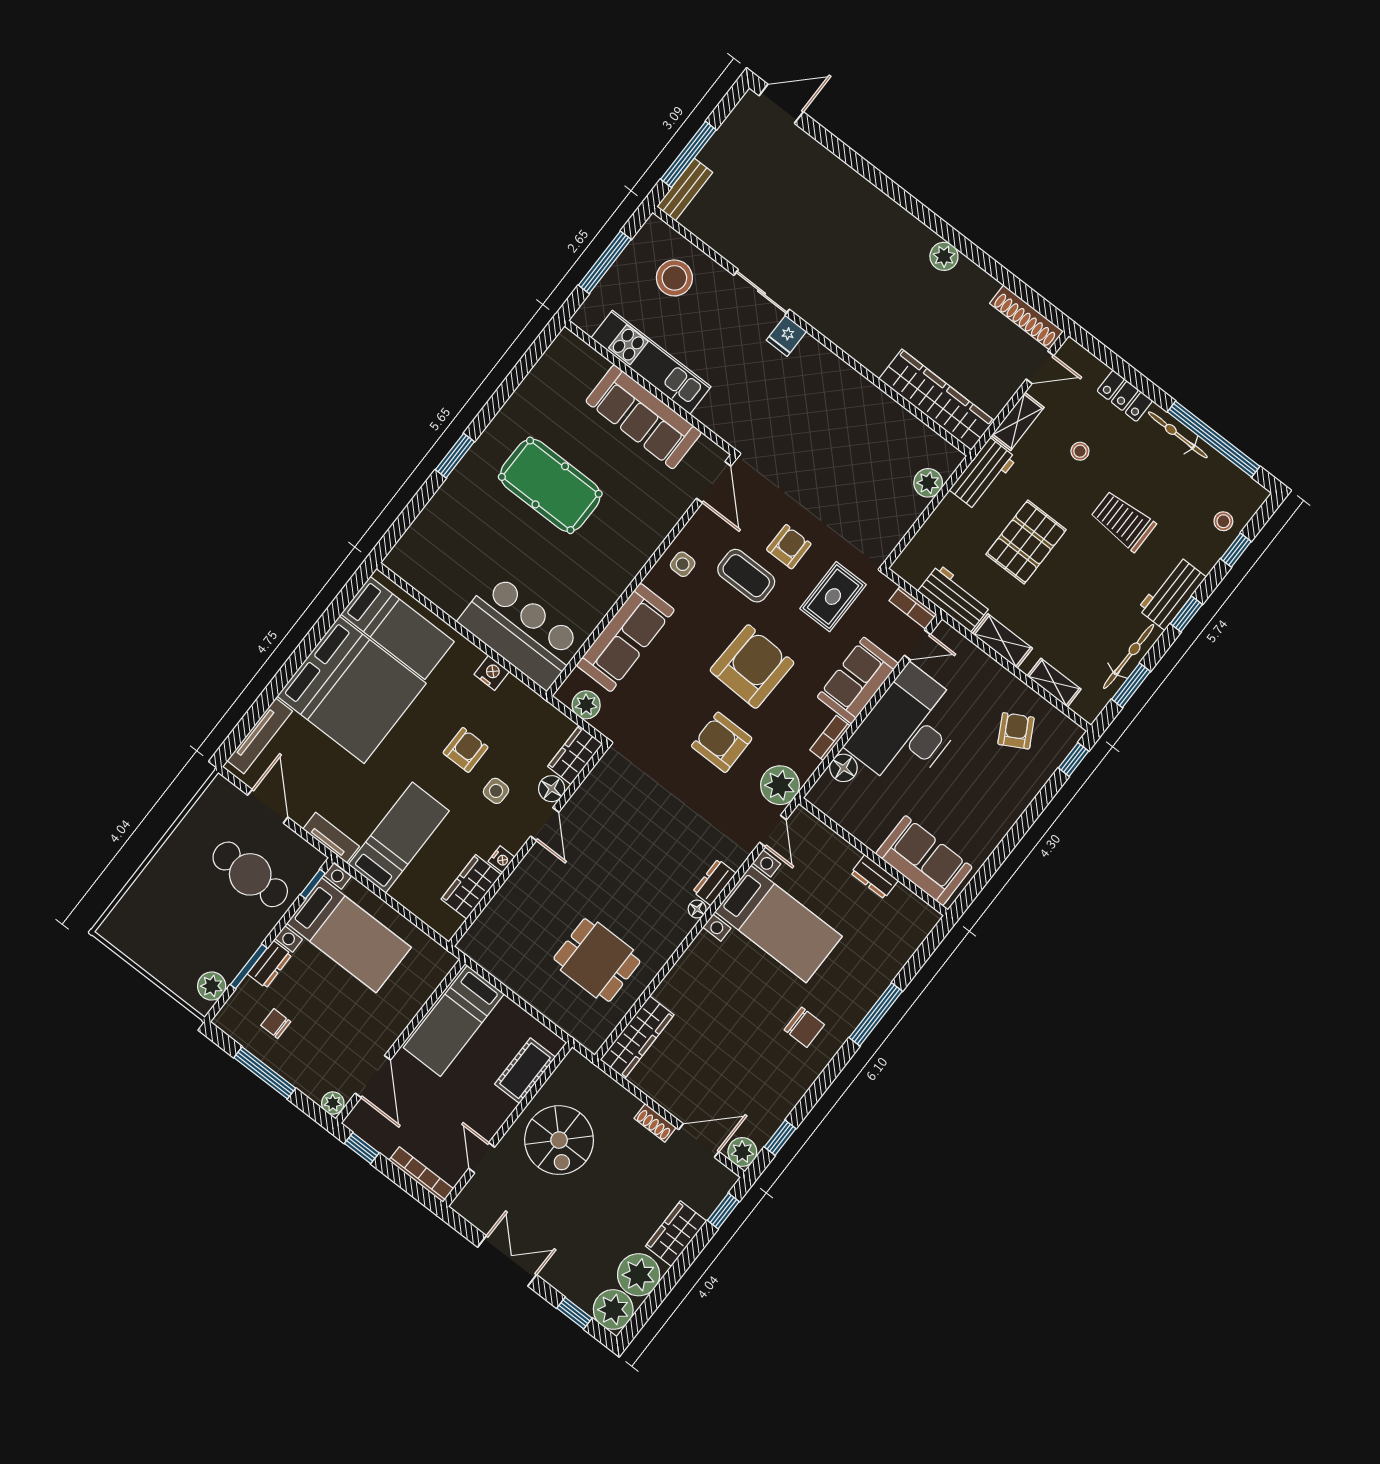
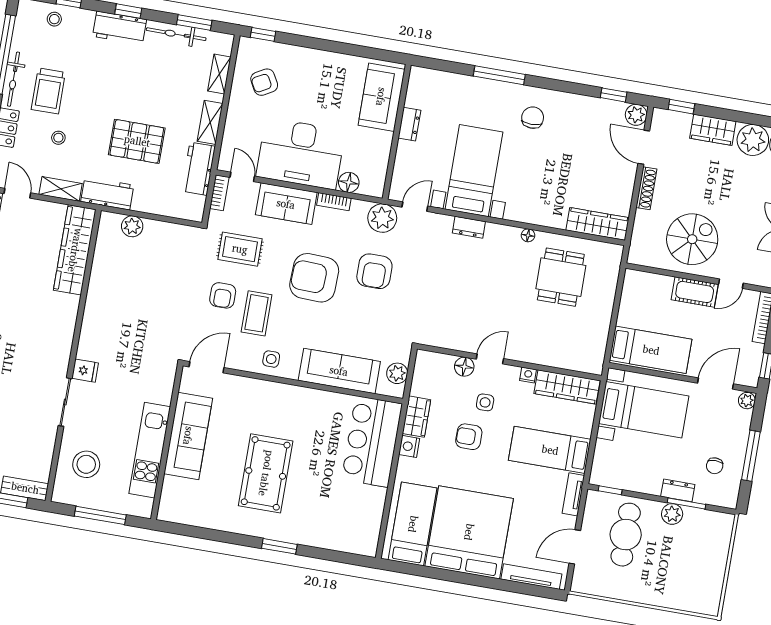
trolley: (1123, 521) -> (48, 91), moved
armchair: (789, 547) -> (223, 295), turned -90
wardrobe: (575, 755) -> (416, 417), moved, turned -90
wardrobe: (471, 887) -> (567, 387), width x1.50
floor lamp: (697, 909) -> (528, 235), moved
bed with nightstands: (349, 935) -> (644, 410), moved, turned 90
plant: (212, 986) -> (672, 514), moved
cot: (525, 1071) -> (695, 292), moved
shoe rack: (655, 1123) -> (646, 188), width x1.43

